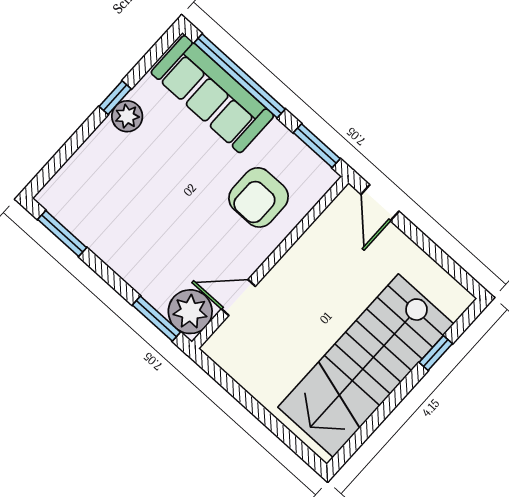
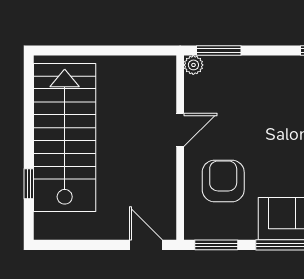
door: (238, 298) -> (180, 130), moved
plant: (190, 312) -> (193, 65), width x0.53, depth x0.53

